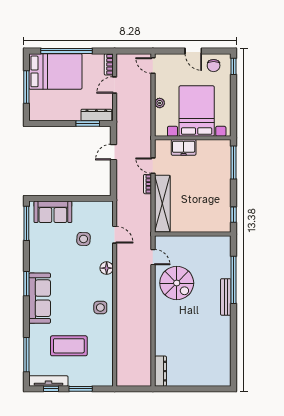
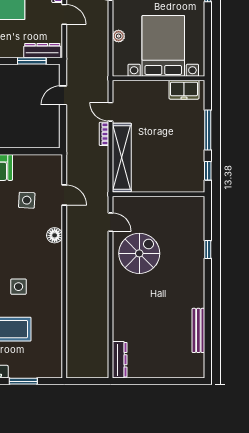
door: (115, 85) -> (64, 14), swing flipped
freezer: (184, 147) -> (184, 90), moved
window: (233, 162) -> (208, 130), moved
window: (233, 280) -> (208, 250), width x0.32
spiral stairs: (177, 283) -> (139, 253), turned -90
bench: (226, 297) -> (198, 330), moved
side table: (100, 308) -> (18, 287), moved

